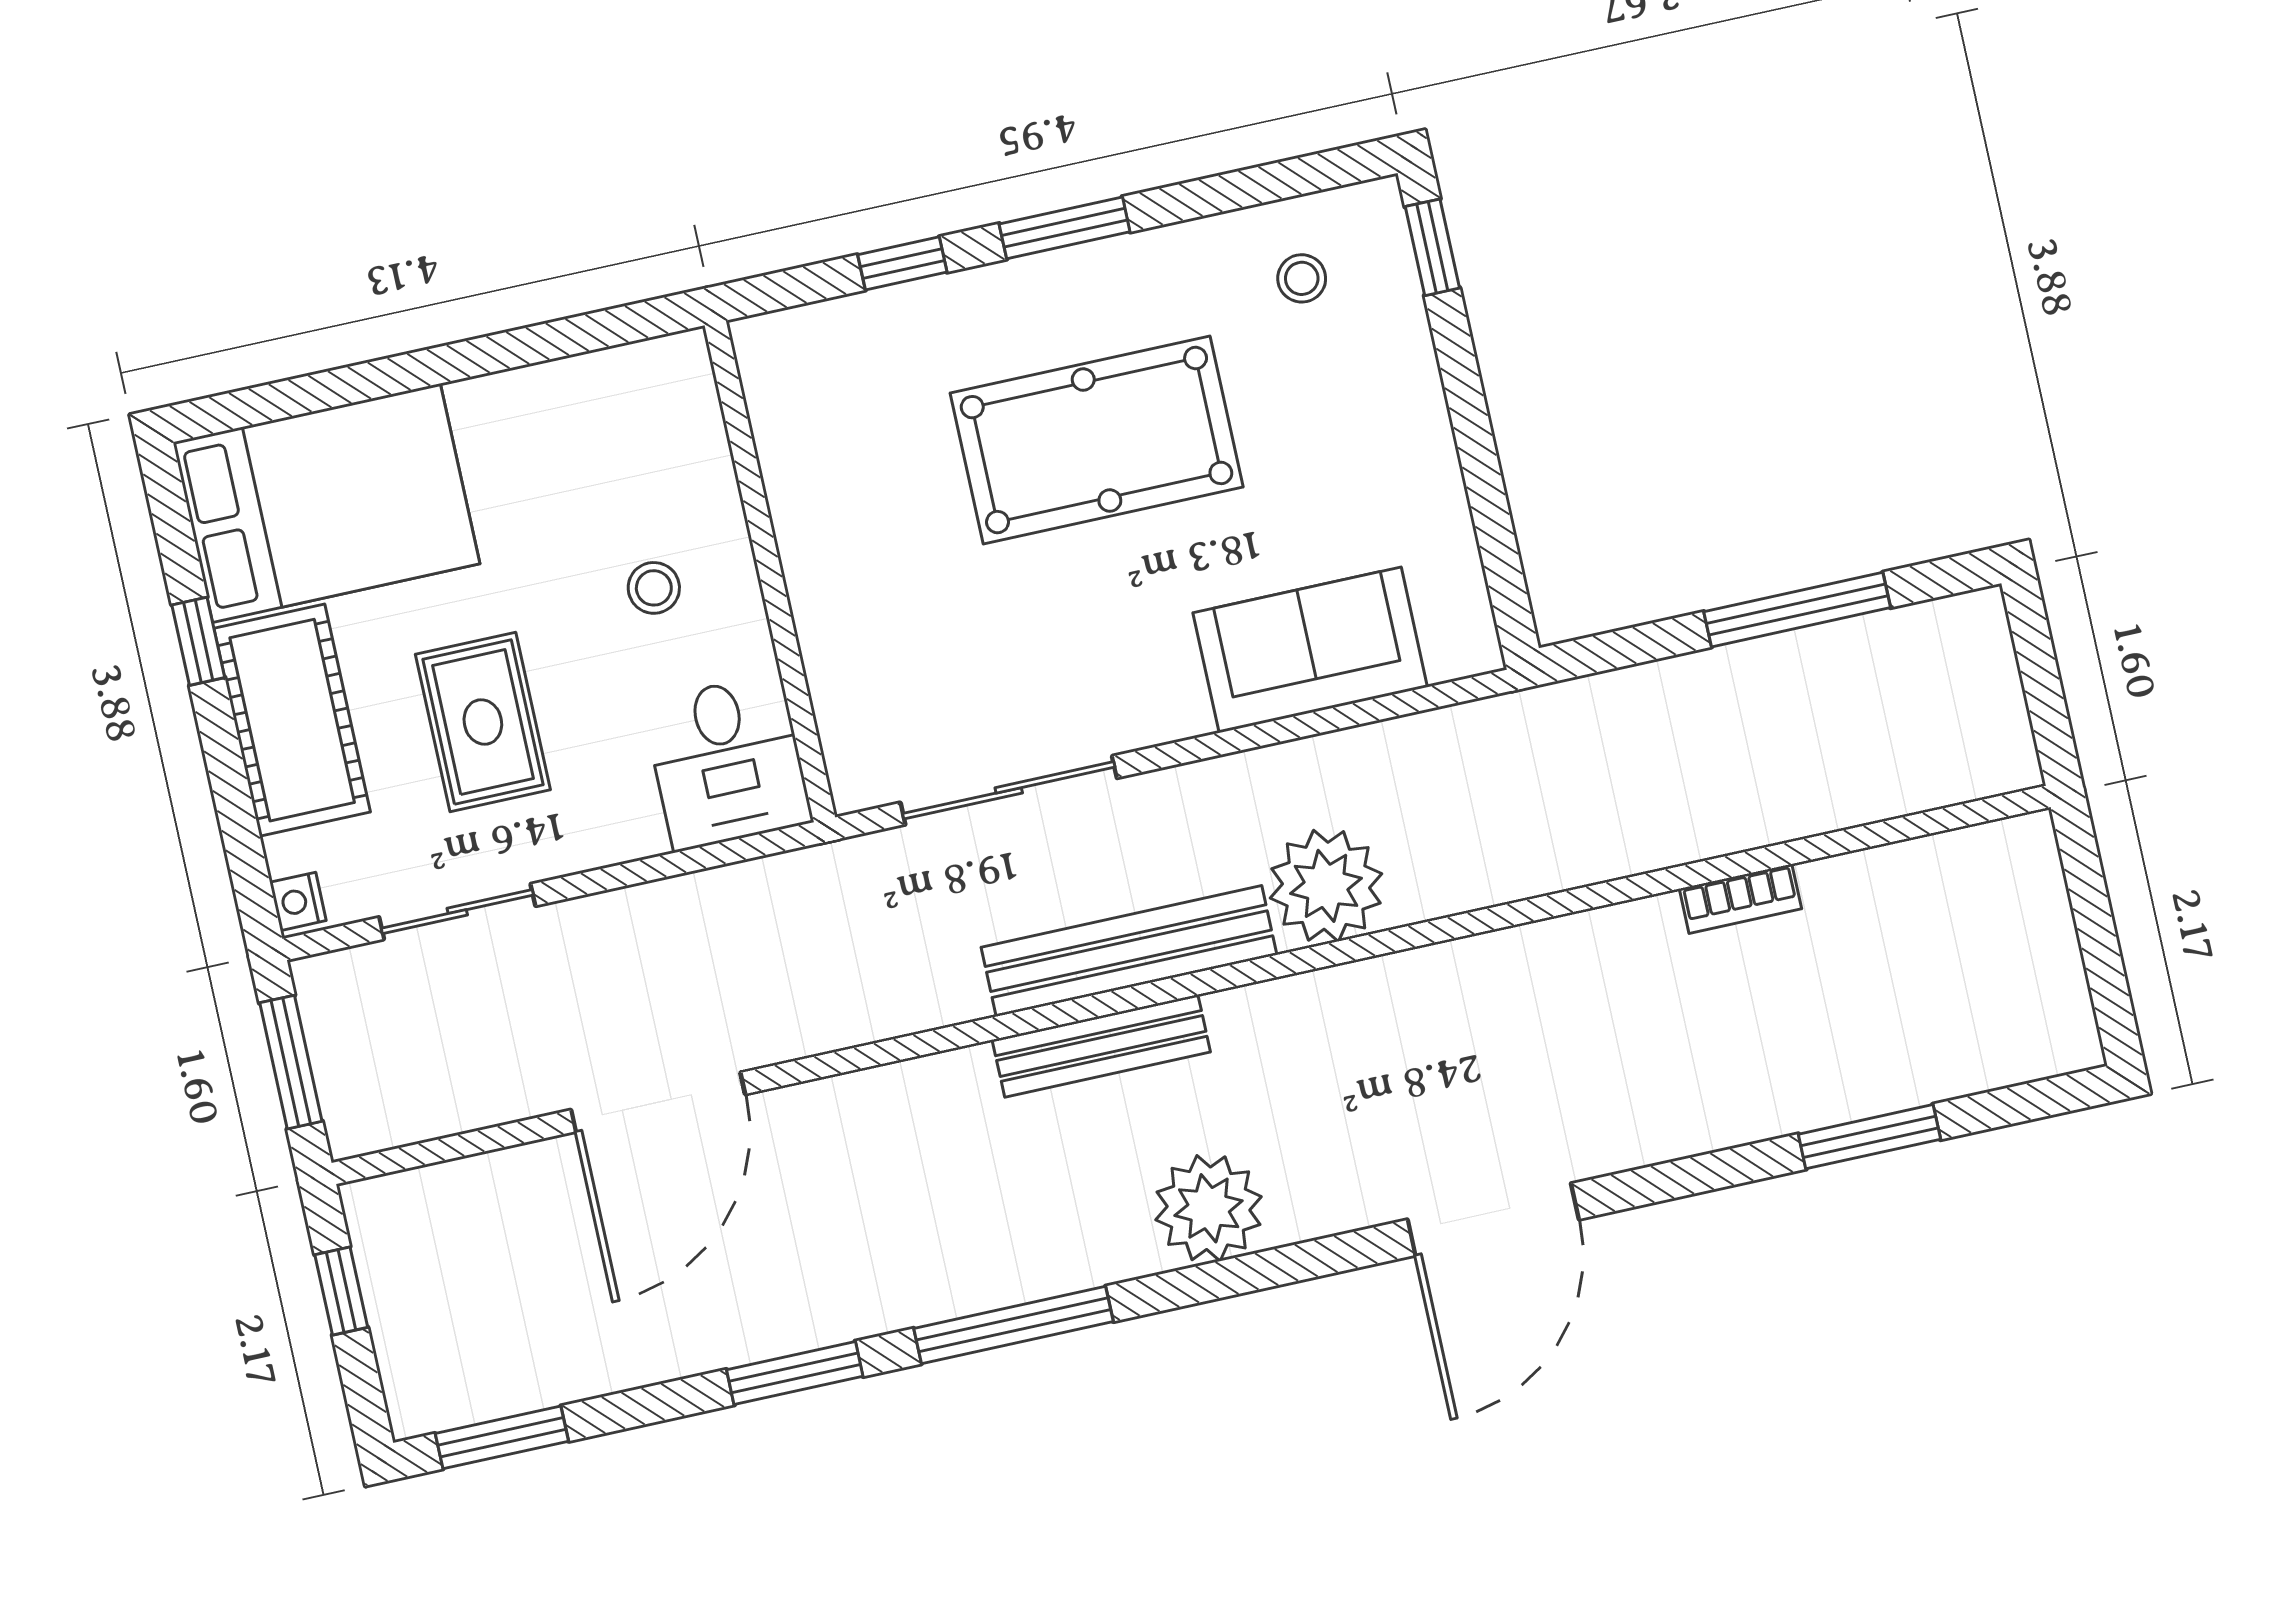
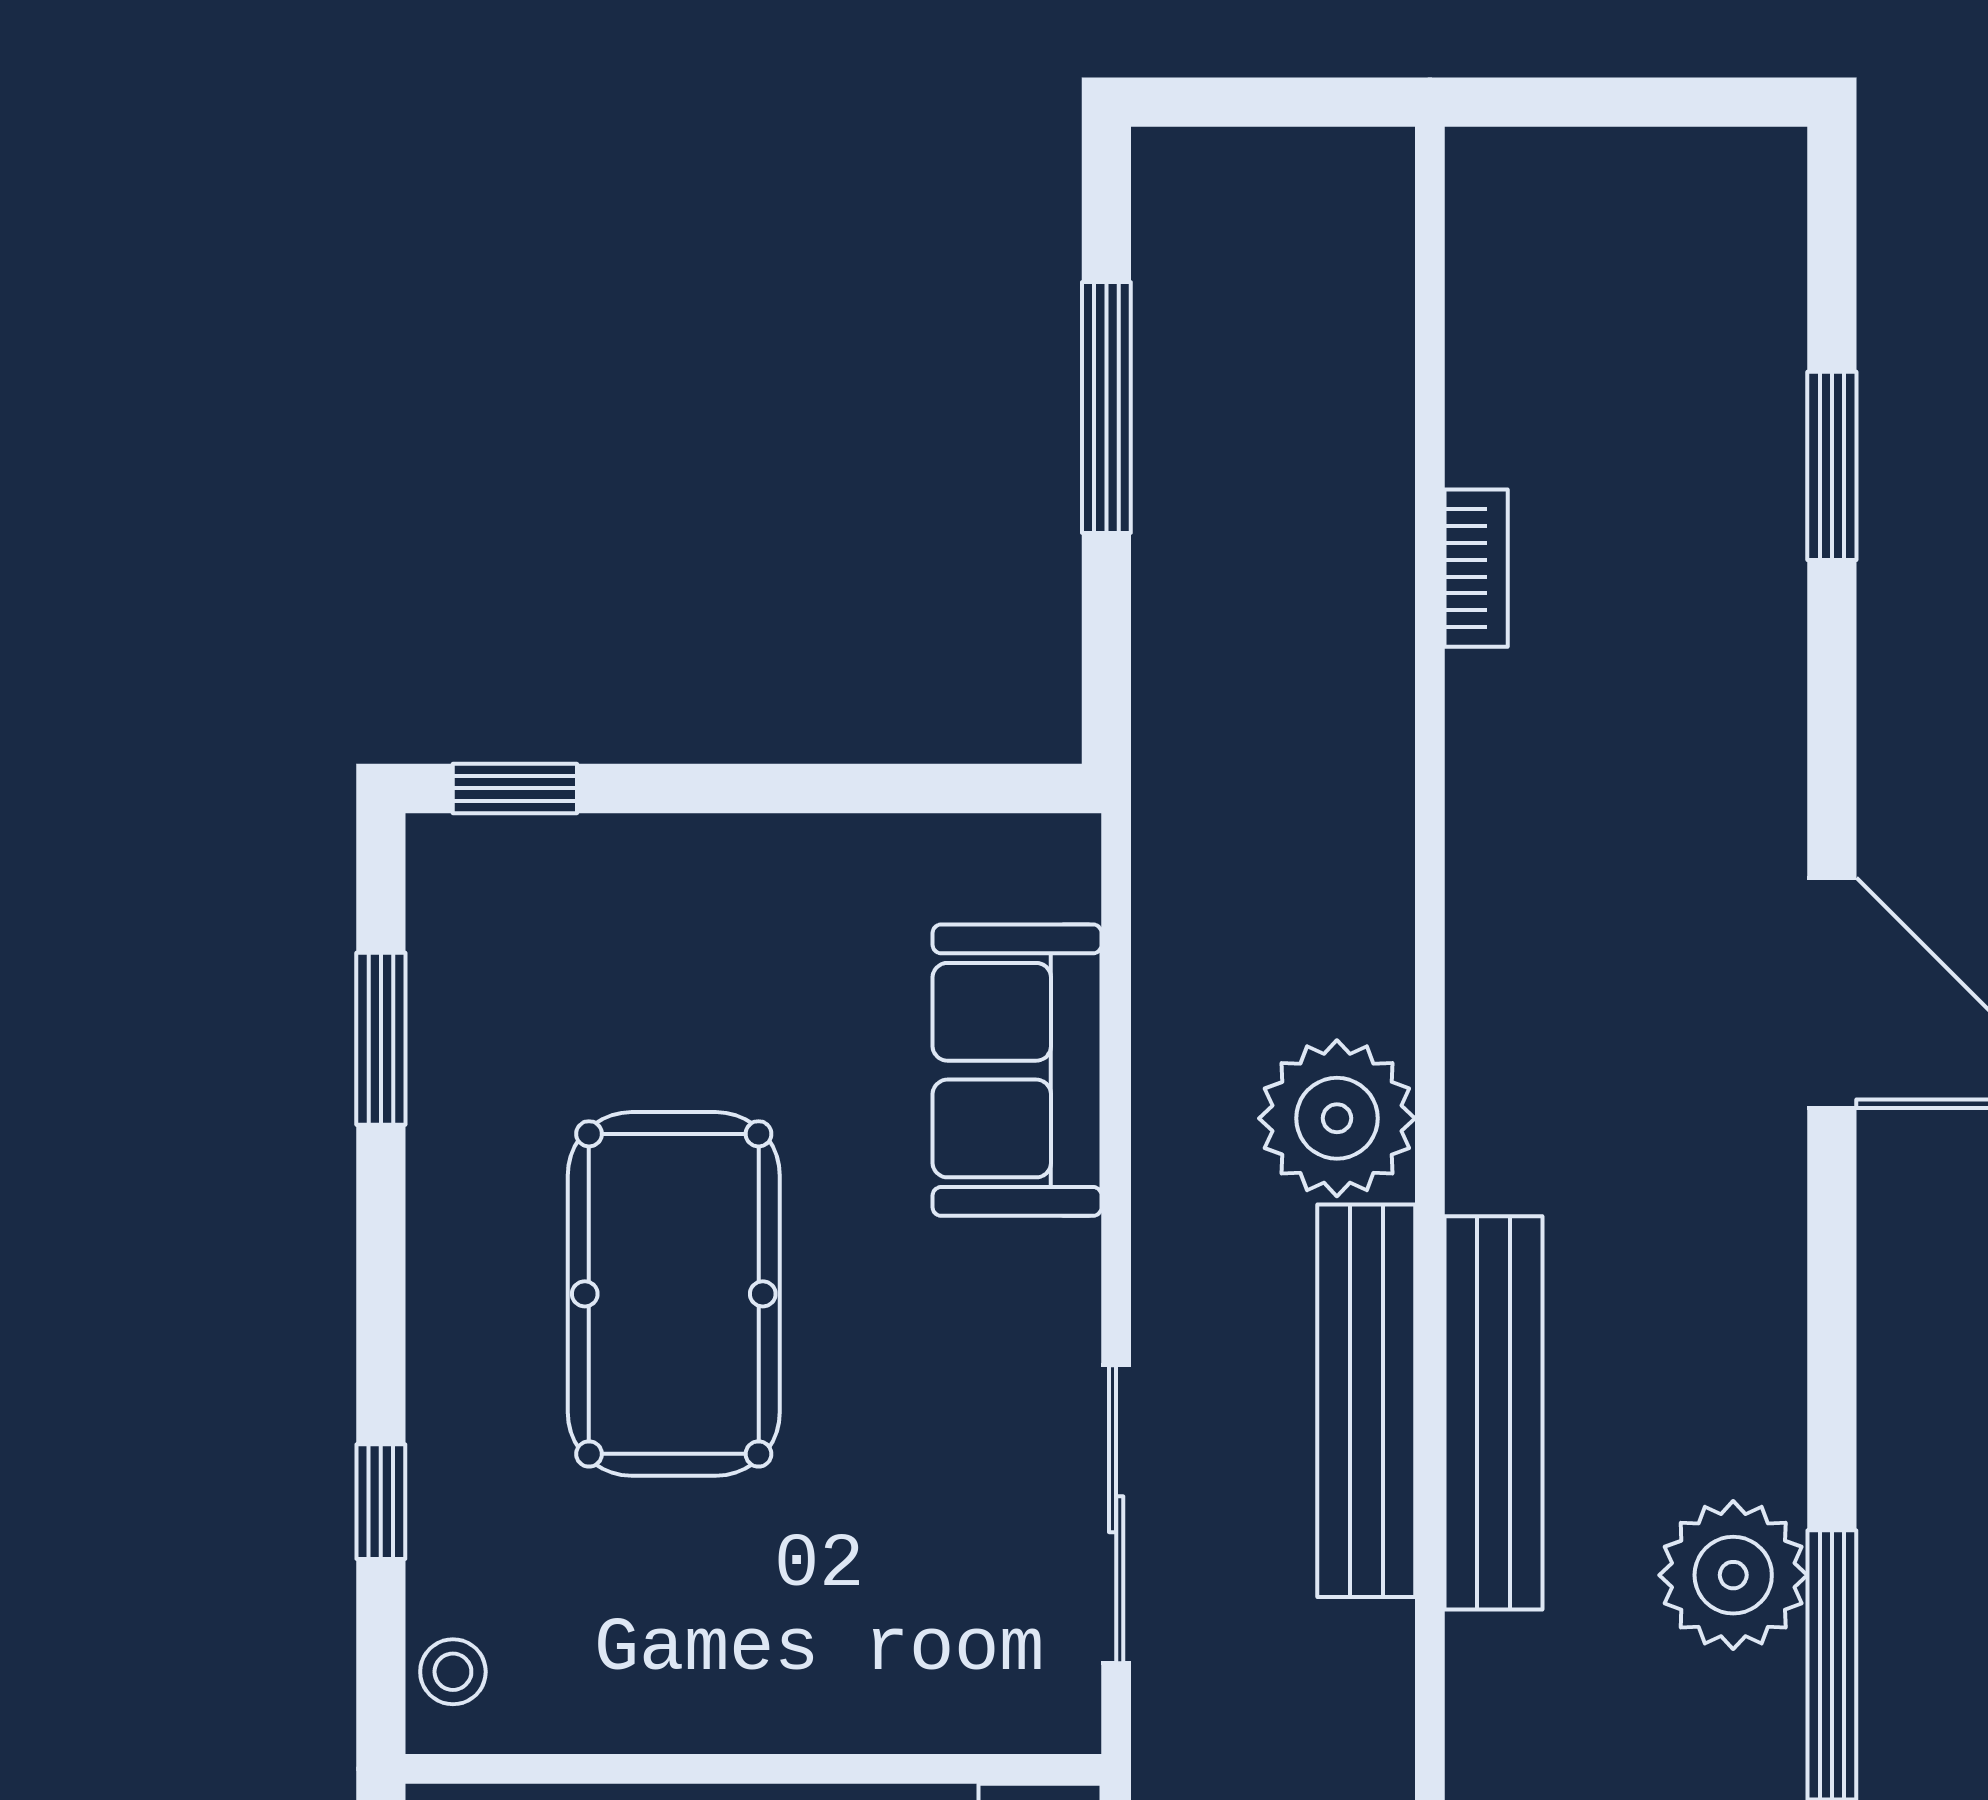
window: (1065, 228) -> (381, 1039), moved
stool: (1302, 278) -> (453, 1672), moved
bench: (1101, 1046) -> (1494, 1413), width x1.37, depth x1.21
plant: (1209, 1208) -> (1733, 1575), moved

